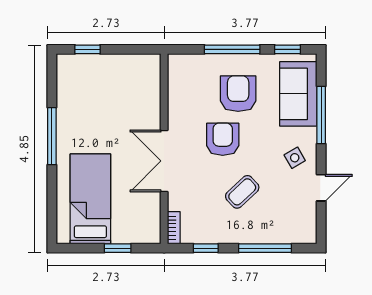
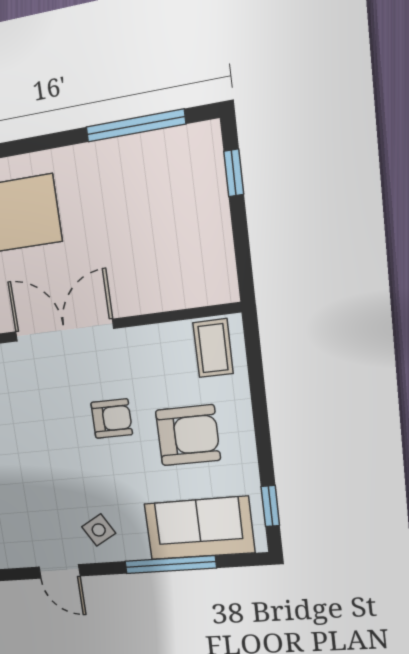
window: (232, 49) -> (261, 418), removed
window: (52, 136) -> (136, 126), moved
armchair: (223, 139) -> (112, 419), width x0.72, depth x0.72
coffee table: (242, 192) -> (213, 348), moved, turned 43

